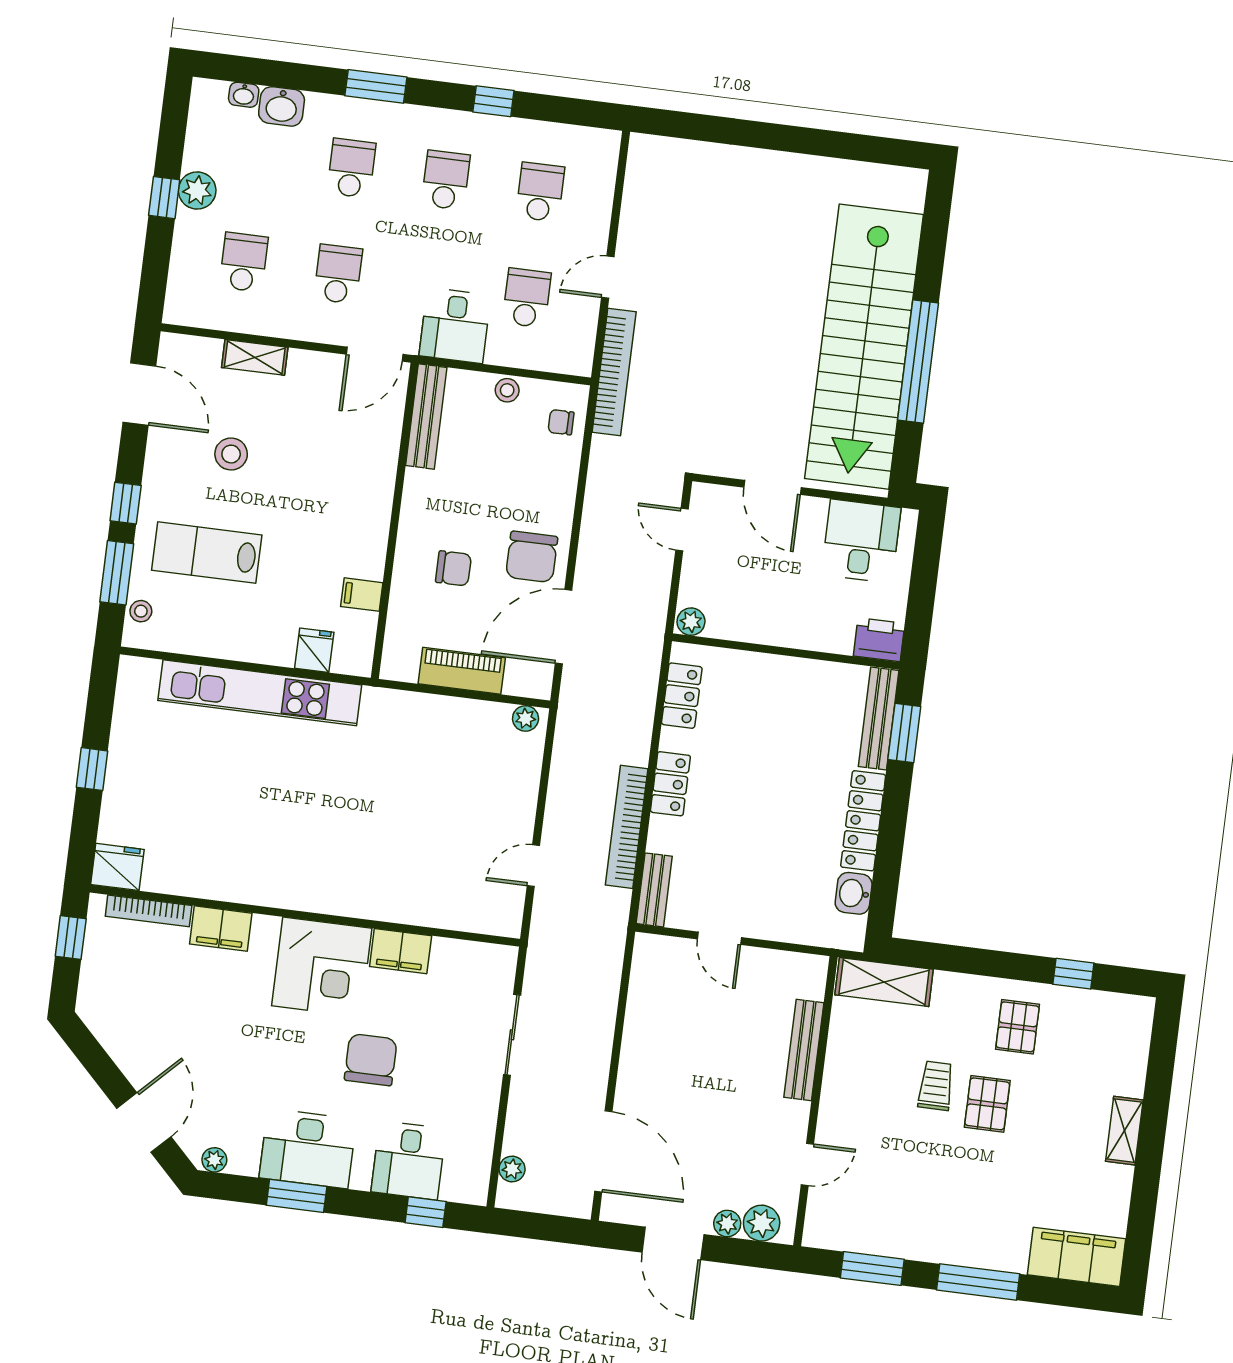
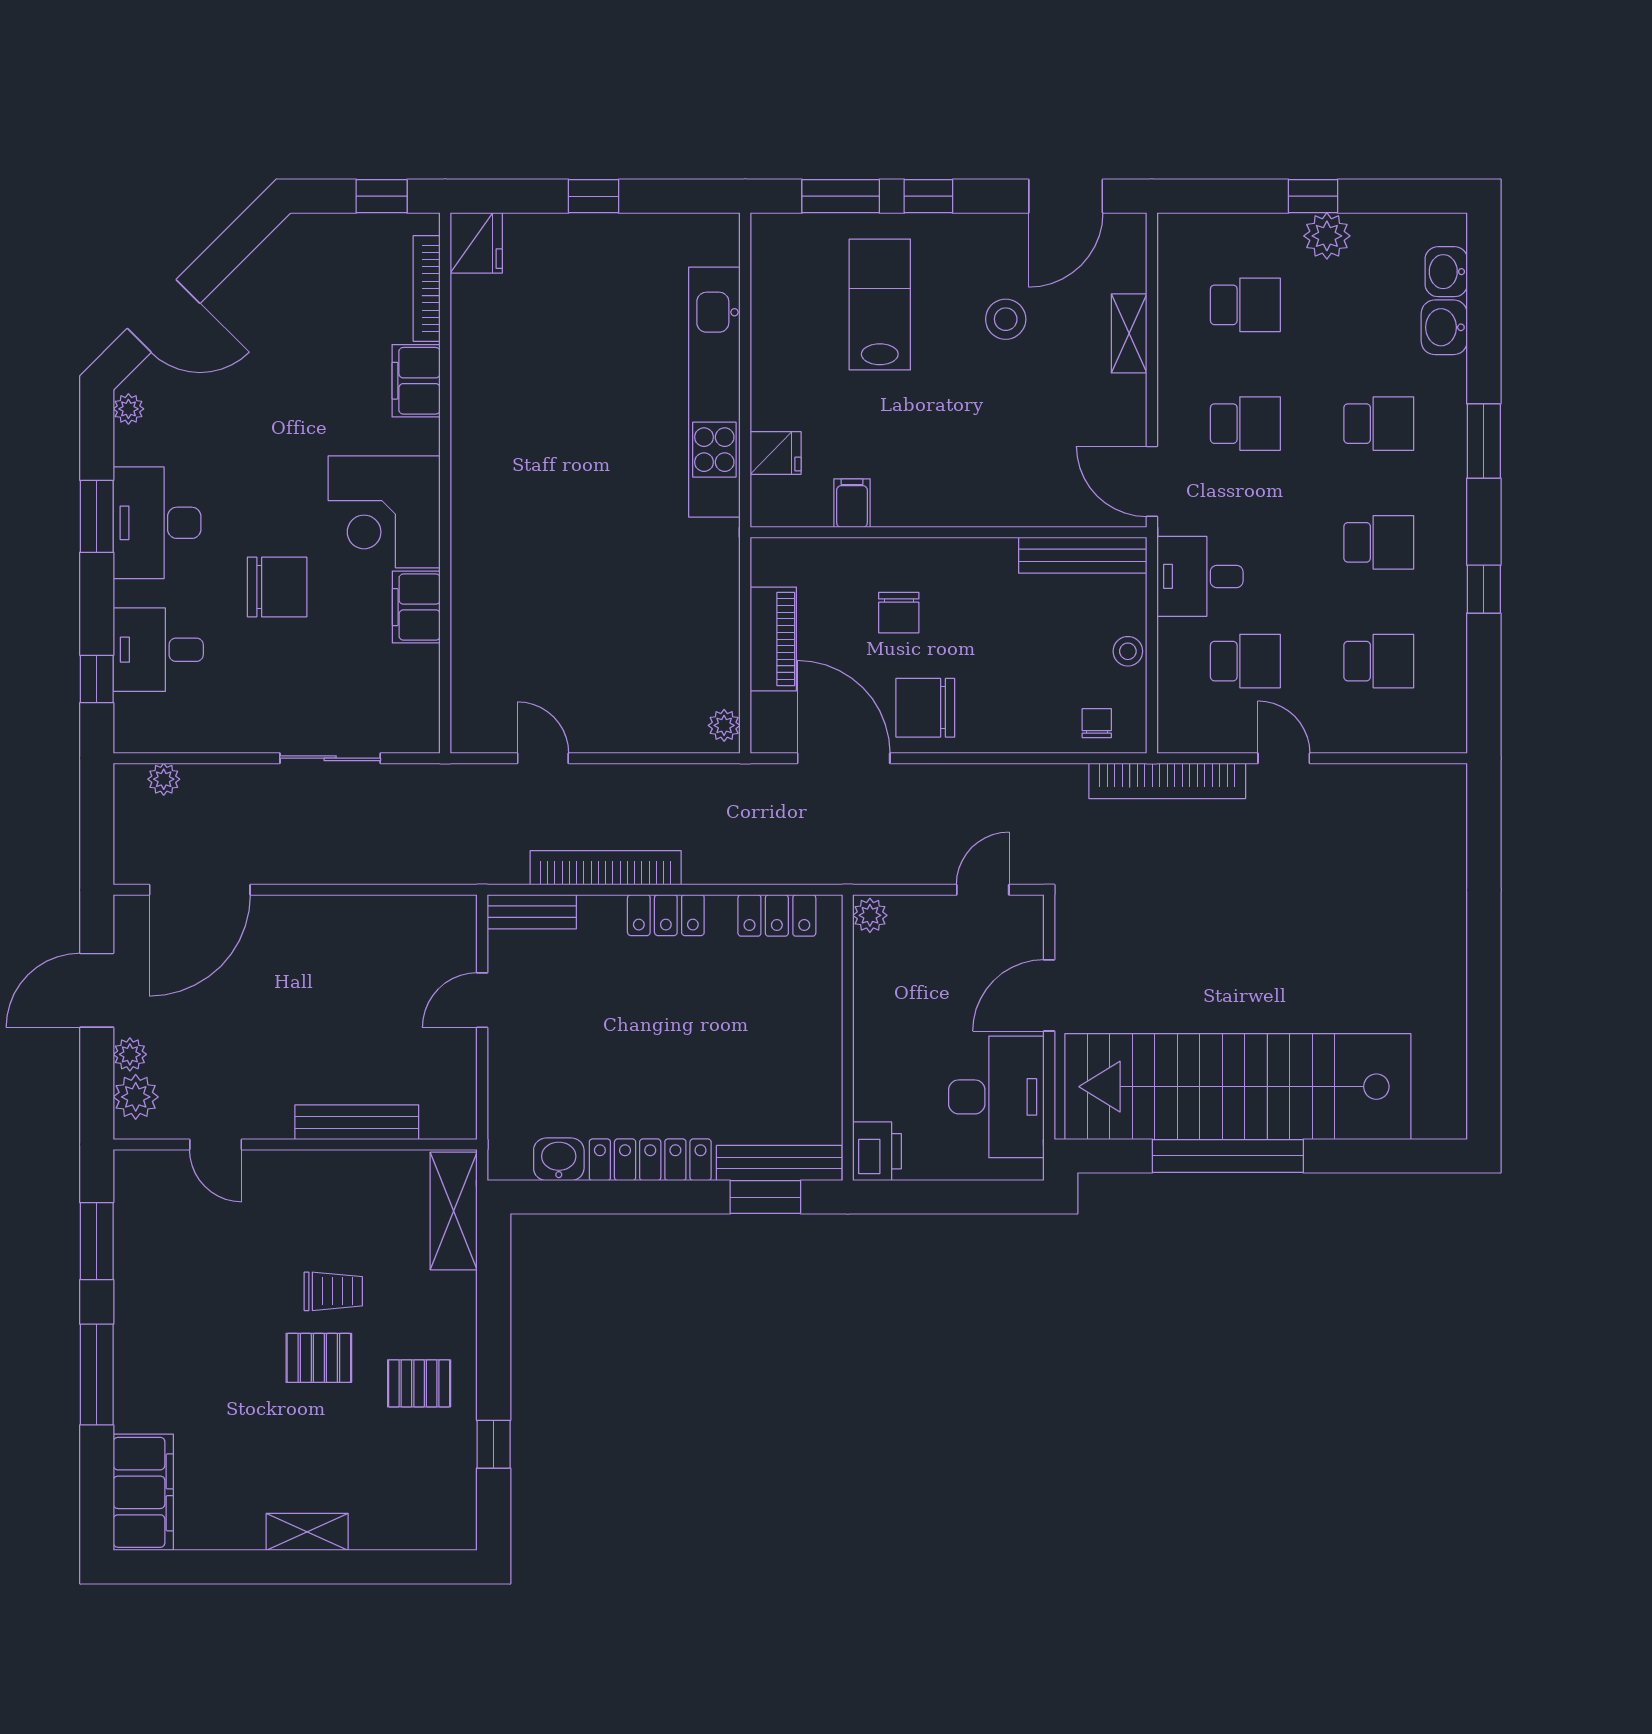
washbasin: (244, 95) -> (1446, 272), width x1.38, depth x1.45
desk: (861, 541) -> (996, 1097), width x1.37
stool: (141, 611) -> (797, 232), removed

